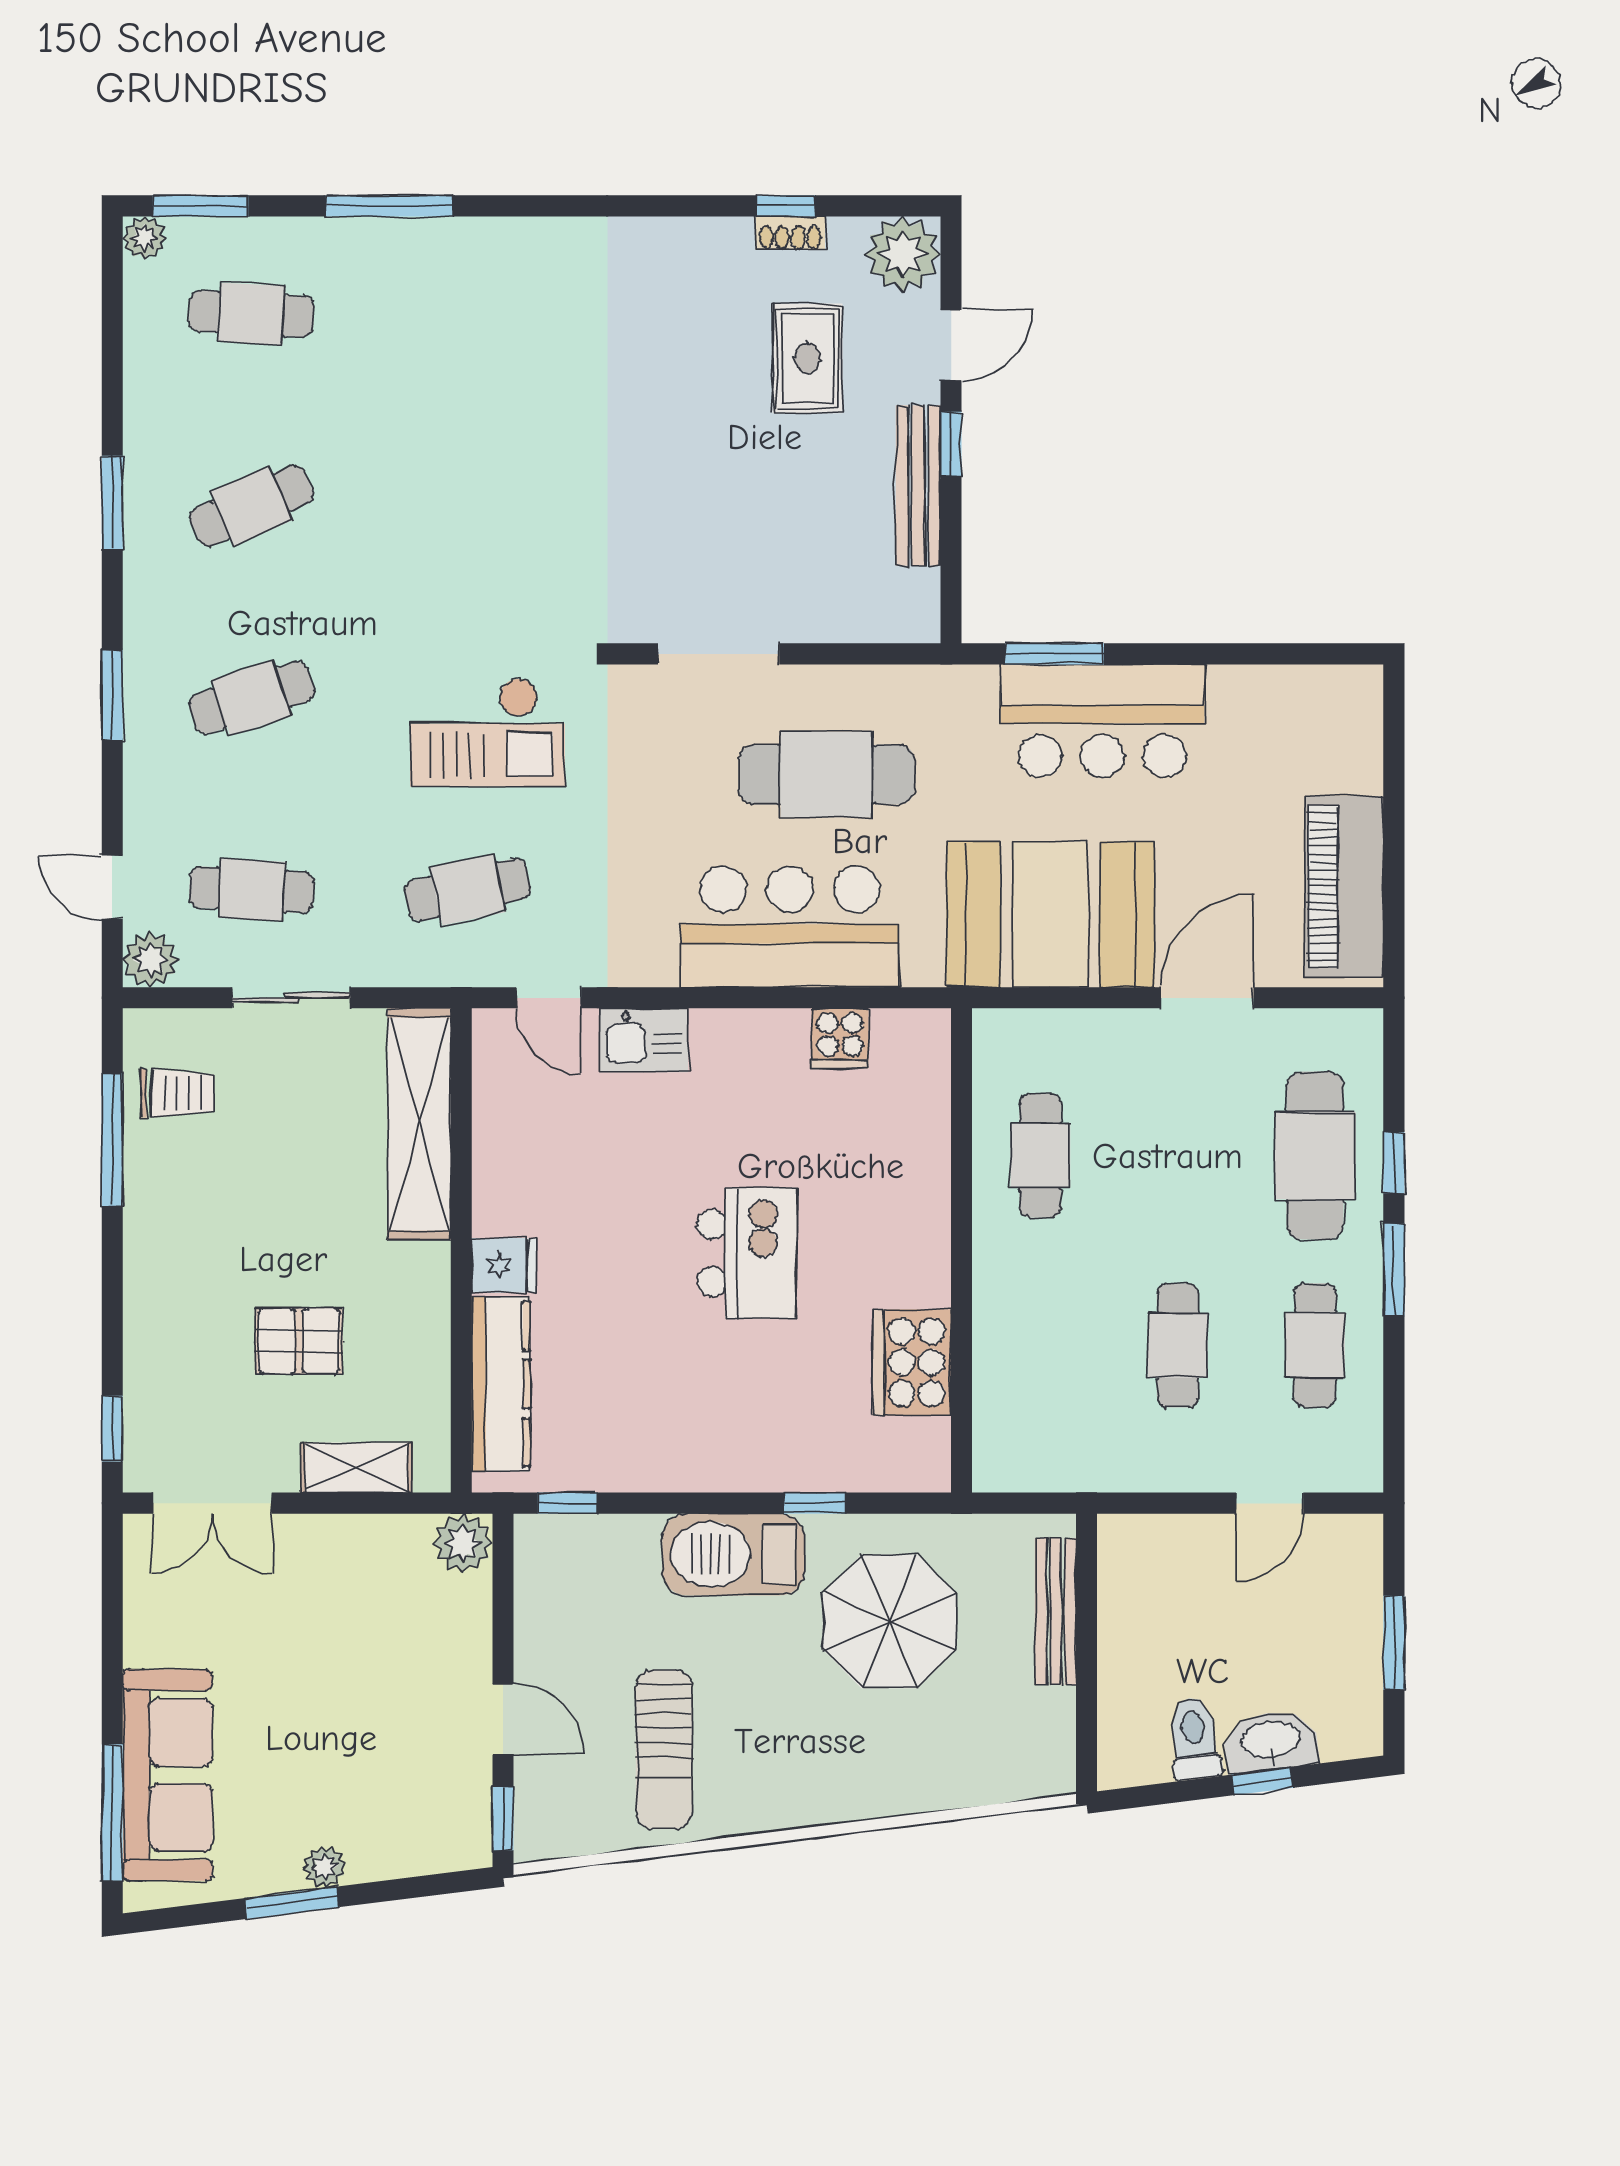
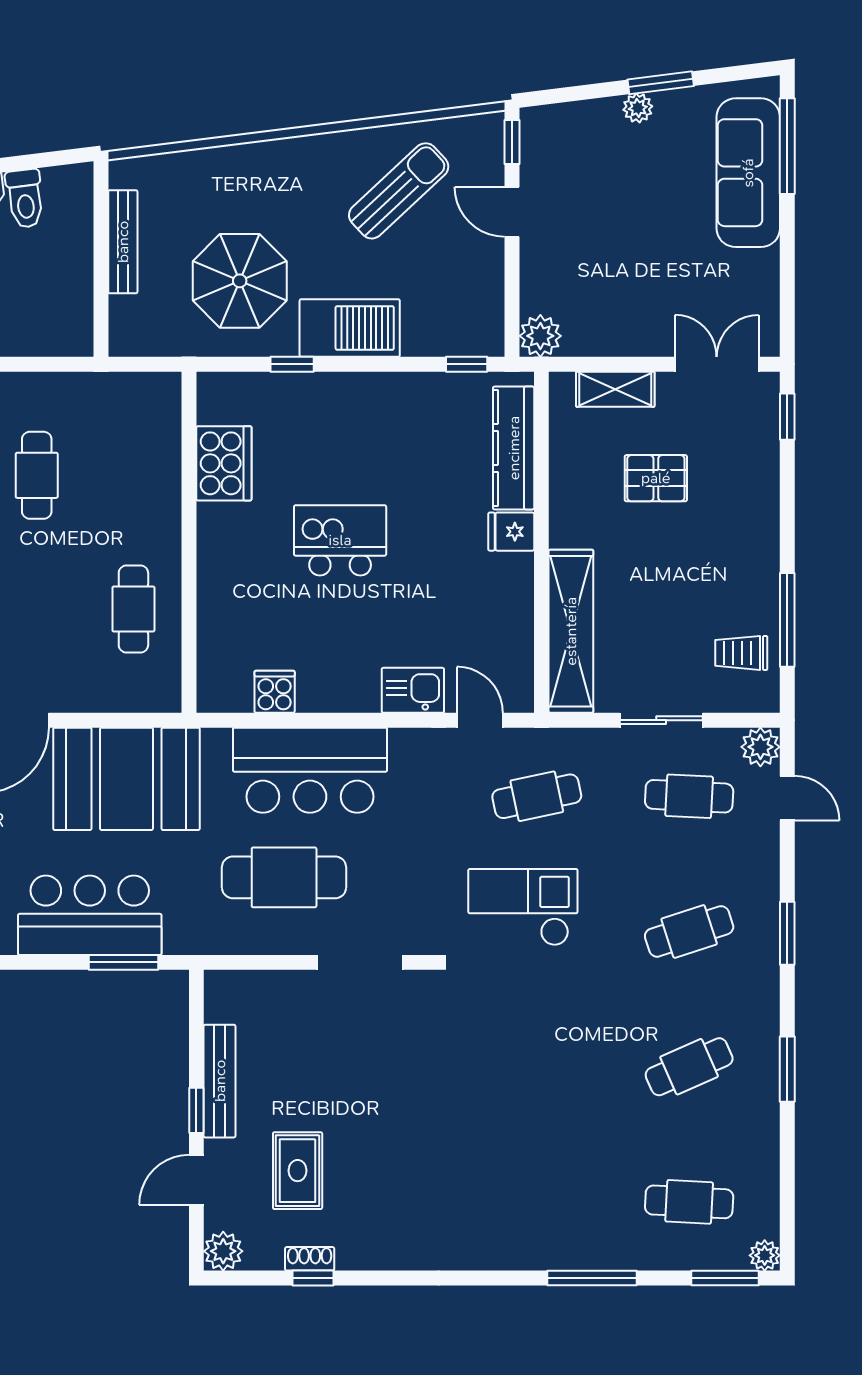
plant: (903, 254) -> (223, 1251), width x0.73, depth x0.73
kitchen island: (747, 1253) -> (340, 540), turned 90
bench: (1056, 1611) -> (123, 242), moved
sun lounger: (664, 1749) -> (399, 191), turned 47

